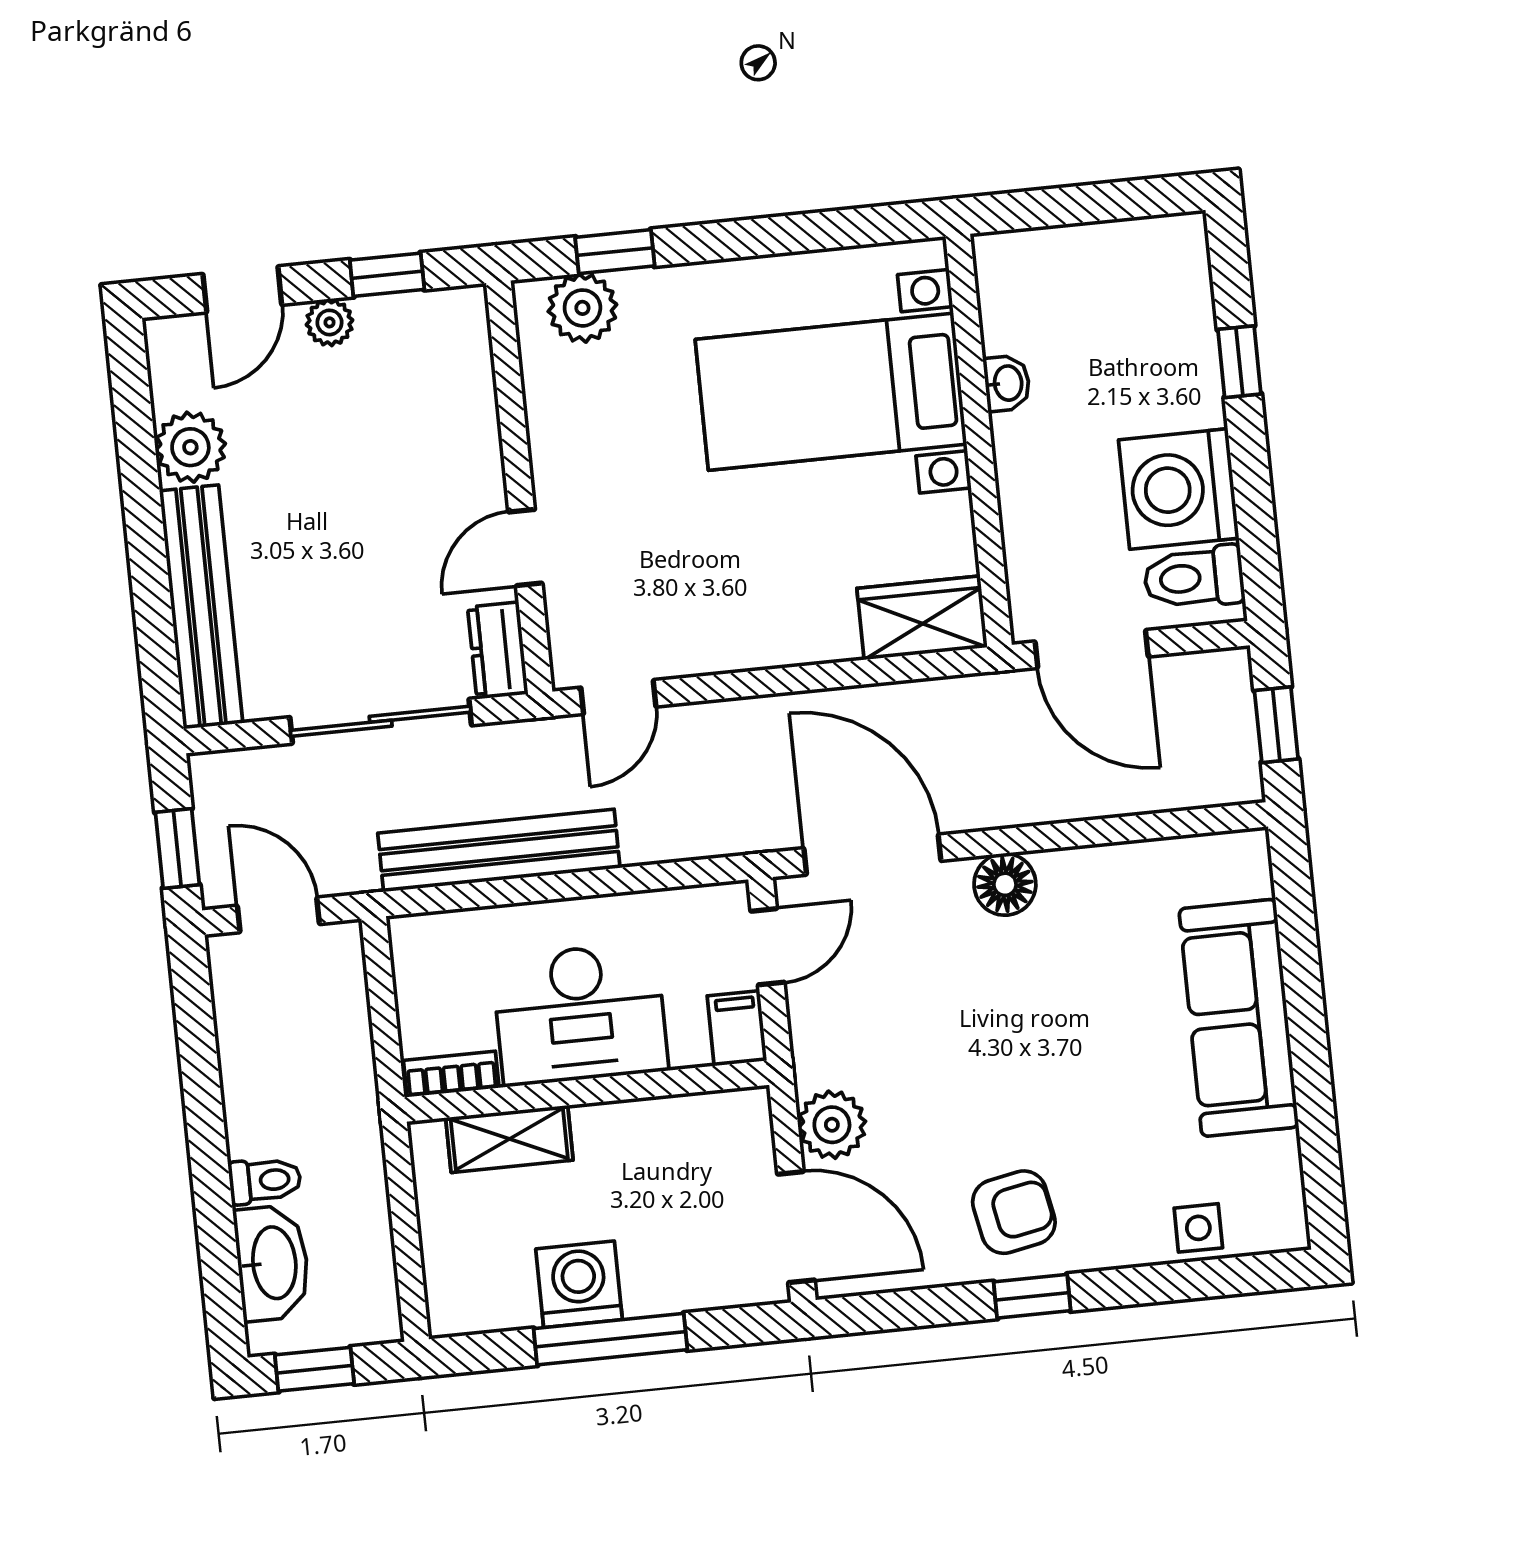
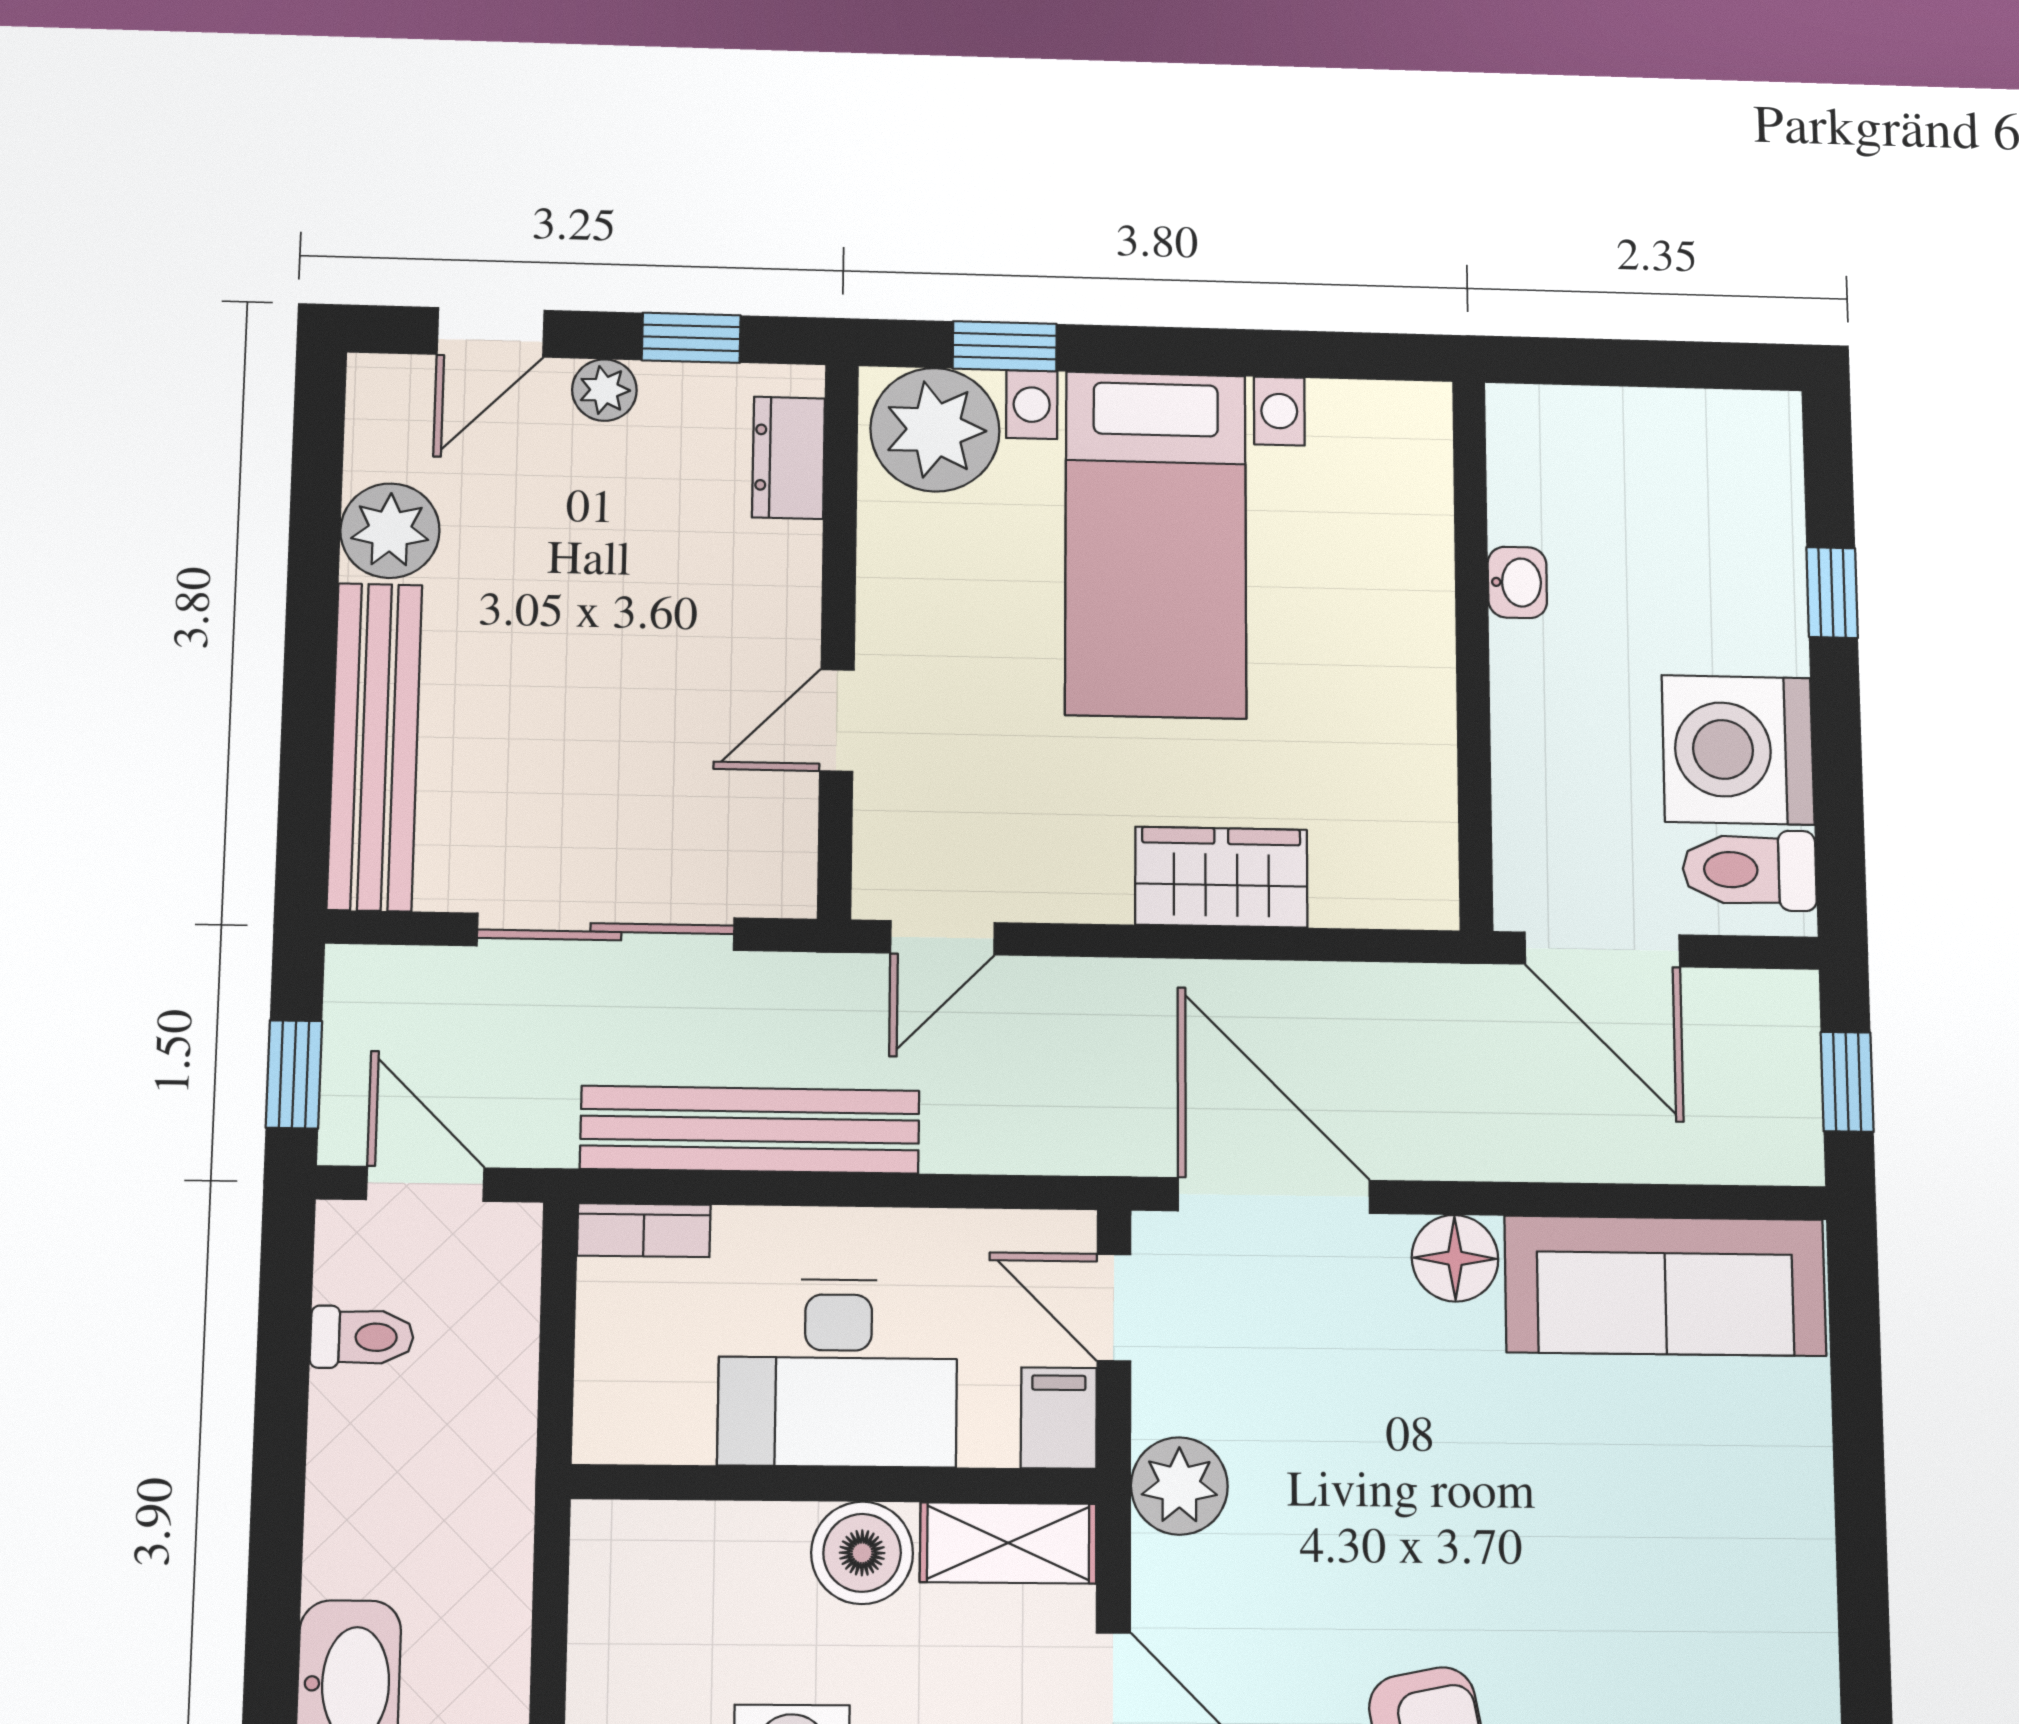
plant: (582, 308) -> (935, 430), width x1.36, depth x1.36
bed with nightstands: (831, 392) -> (1156, 544), moved, turned -90
wardrobe: (922, 618) -> (1221, 877), moved
dresser: (498, 650) -> (788, 458), moved
door: (767, 947) -> (1114, 1307), swing flipped
sofa: (1239, 1018) -> (1665, 1286), moved, turned -90
bookcase: (451, 1074) -> (644, 1230), moved, turned 180
plant: (832, 1125) -> (1179, 1486), moved
boiler: (611, 1136) -> (862, 1553), added
shelving: (509, 1139) -> (1008, 1543), moved
toilet: (265, 1181) -> (362, 1337), moved

